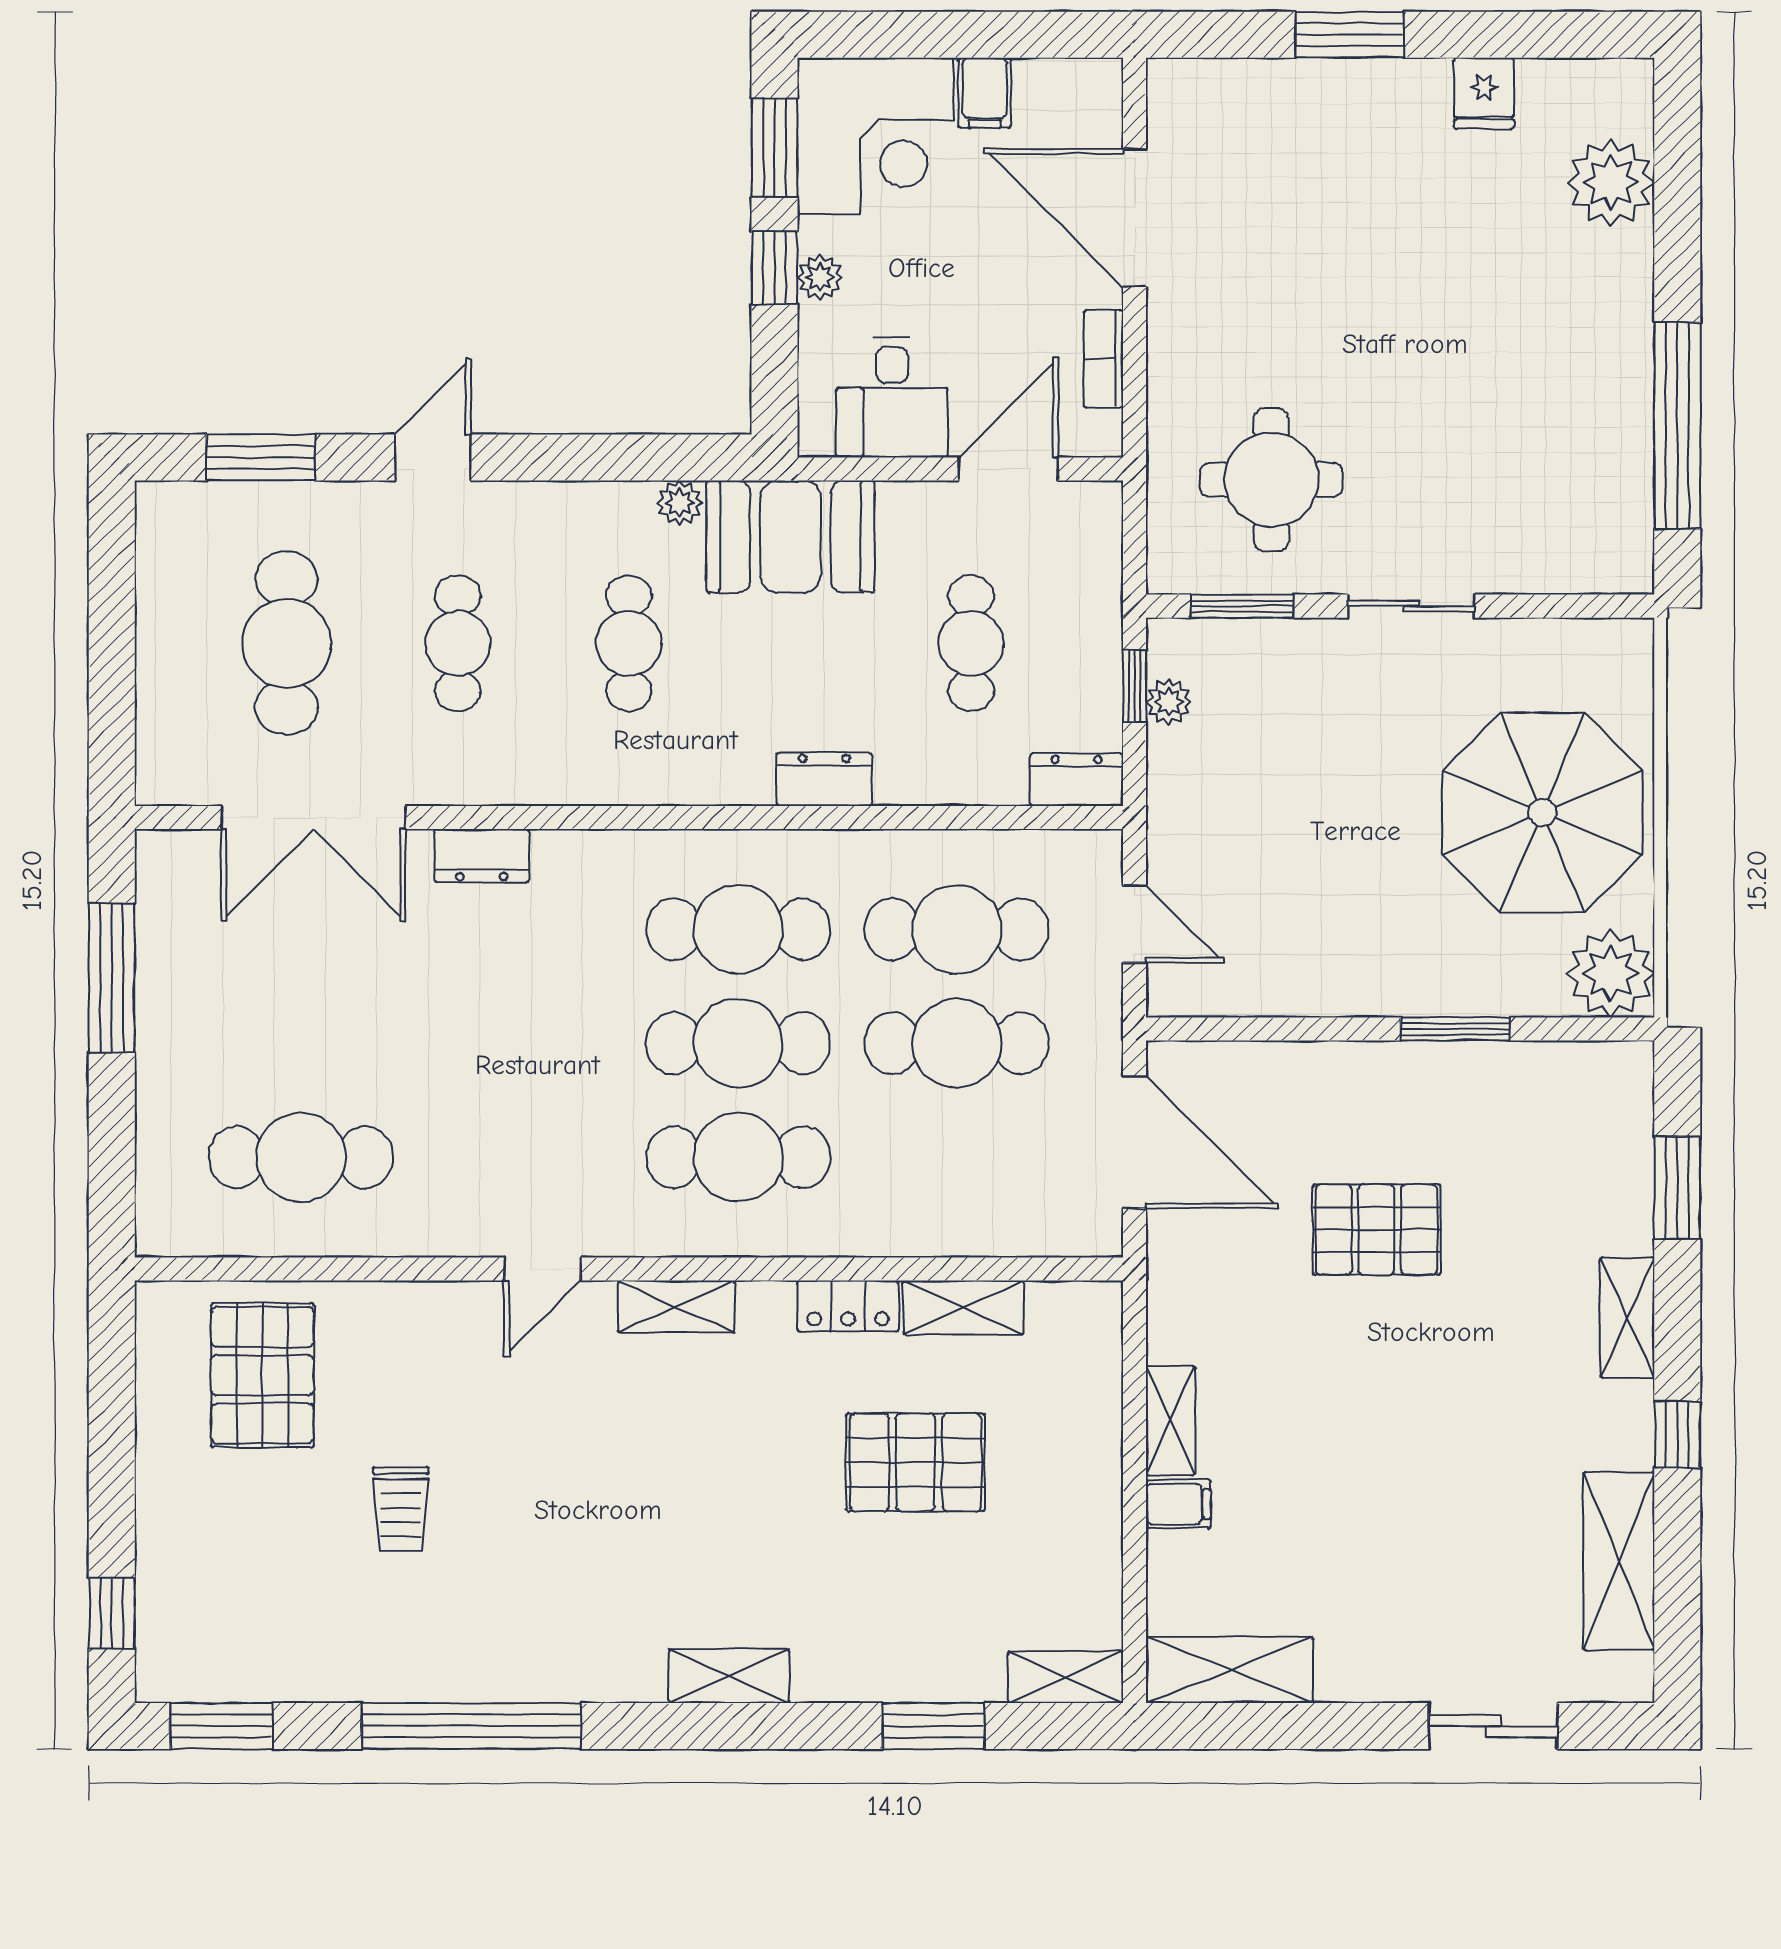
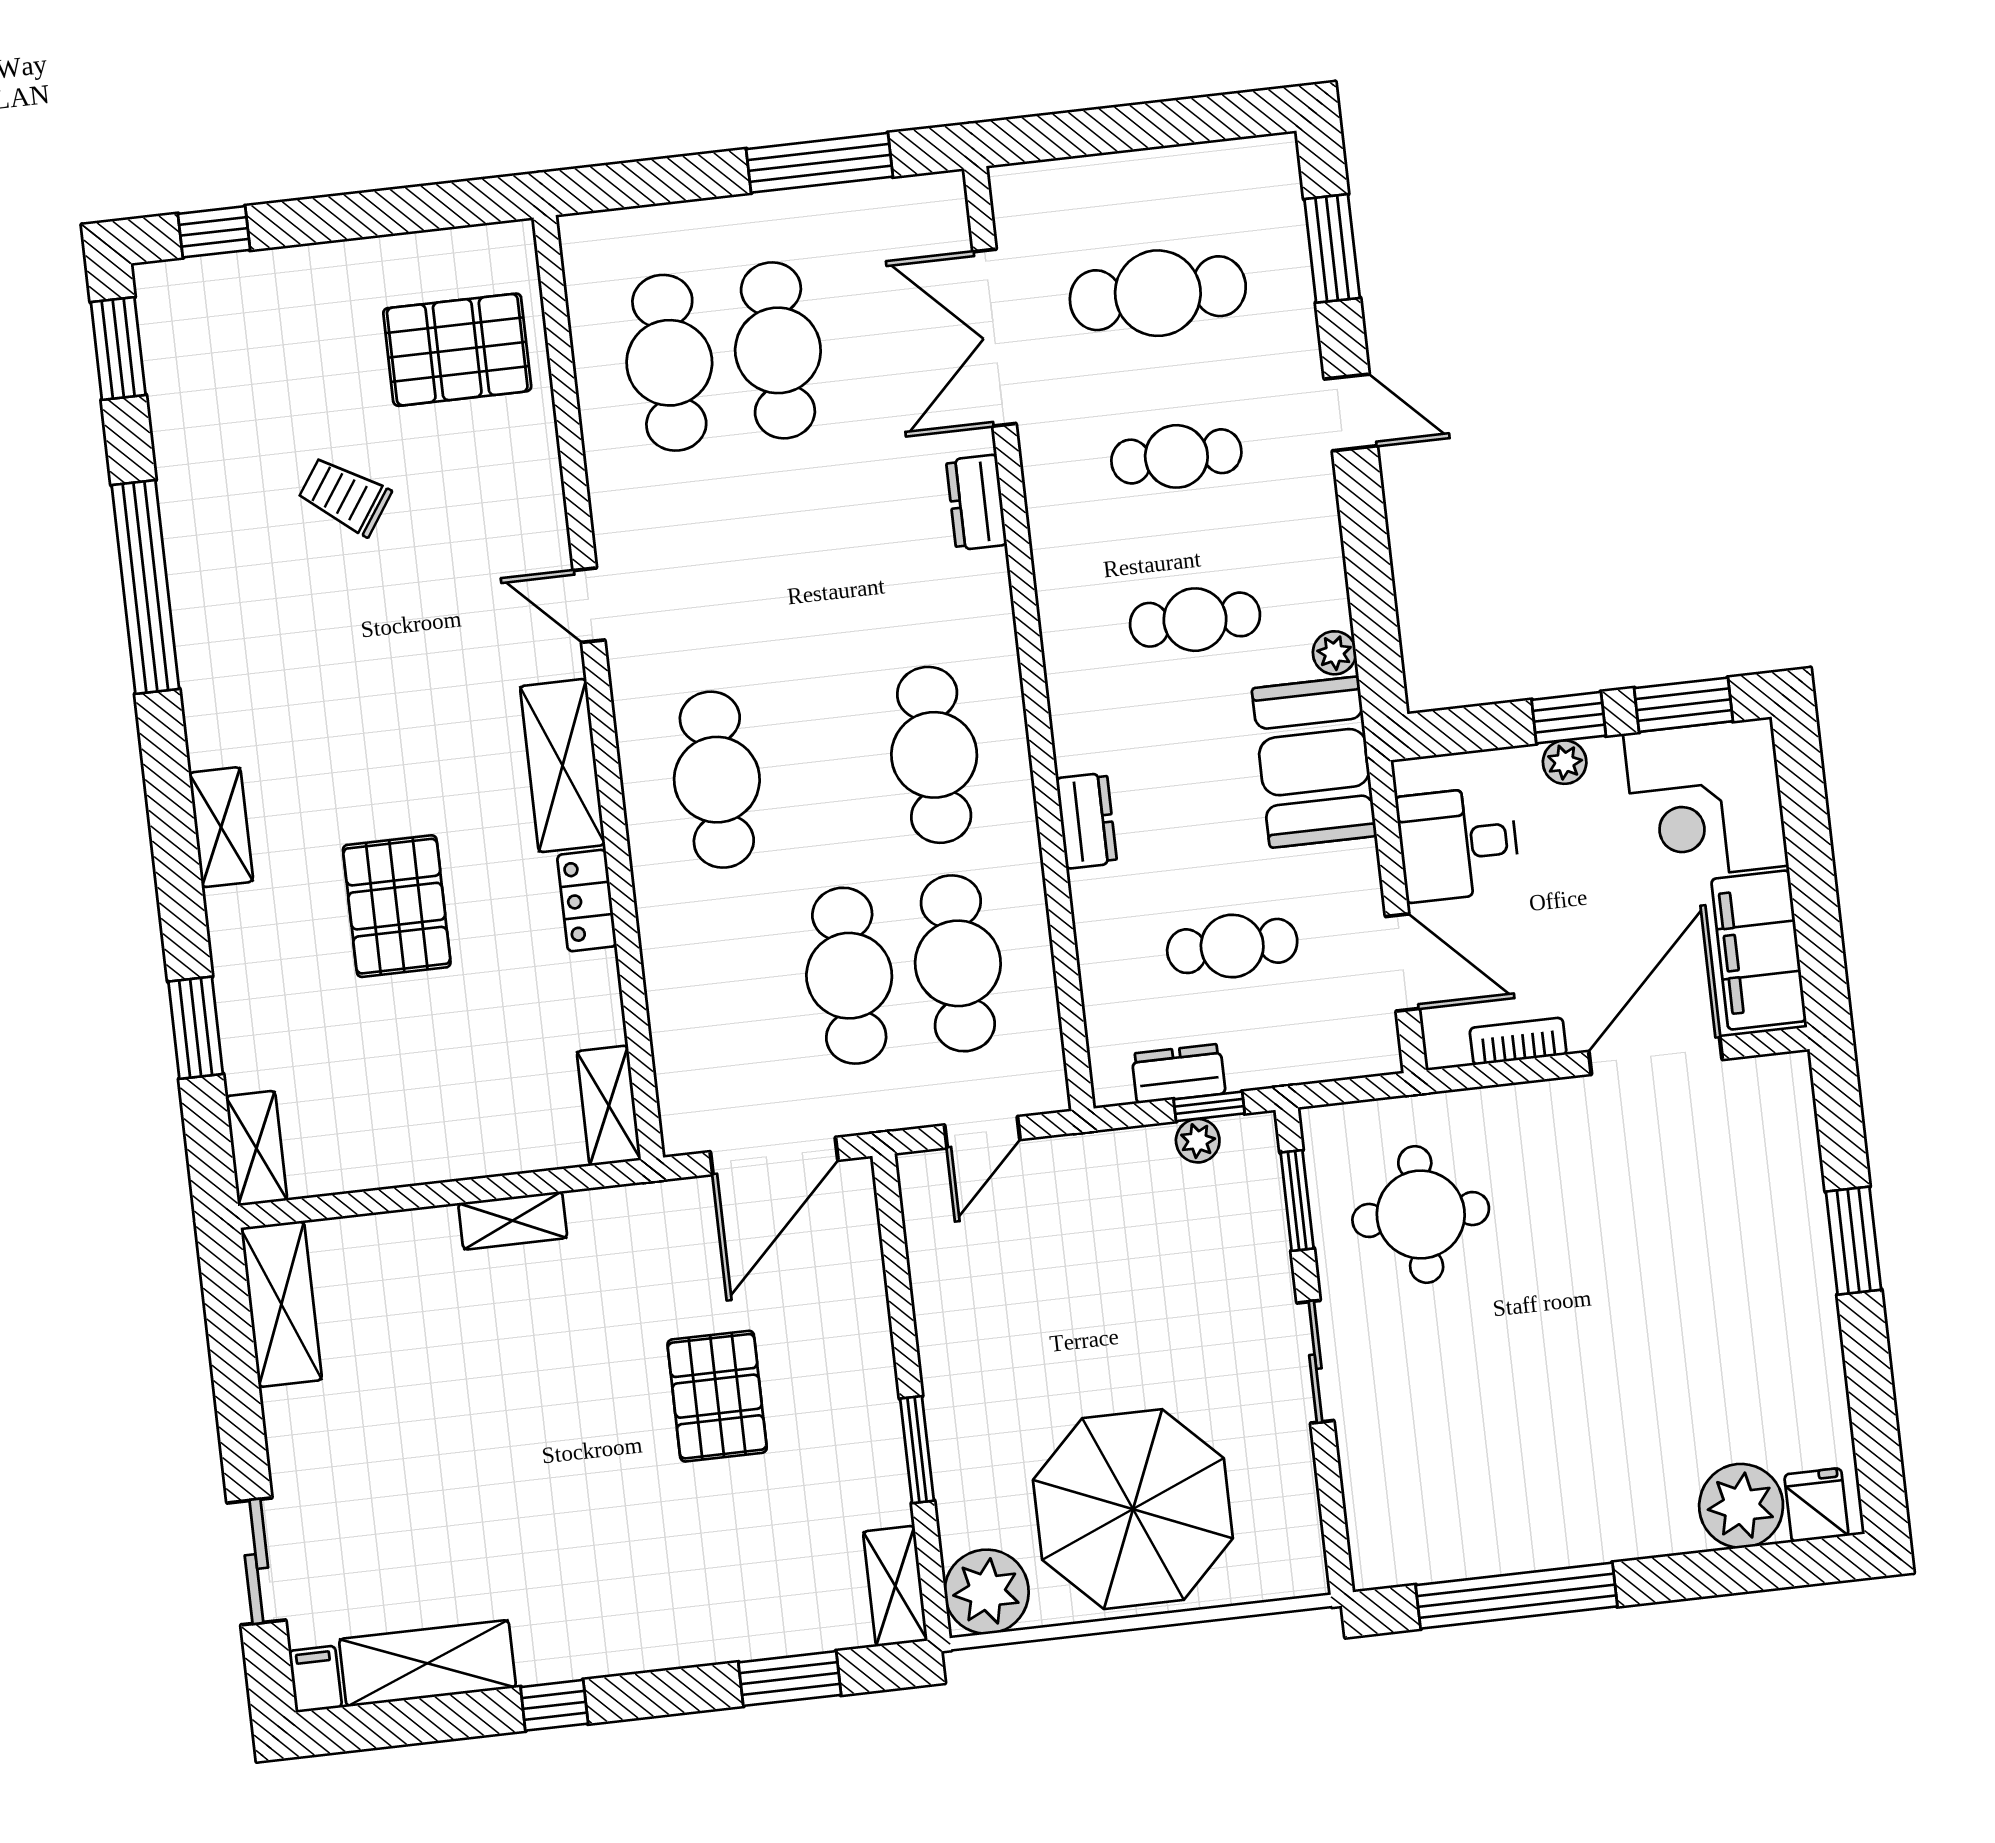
filing cabinet: (985, 93) -> (1759, 950), width x3.00, depth x1.17
fridge: (1484, 93) -> (1816, 1505), moved, turned 90
dresser: (1077, 780) -> (1178, 1074), moved, turned -90
cafe table: (738, 1043) -> (778, 350), moved
shelving: (676, 1307) -> (563, 766), width x1.50, depth x1.33
shelving: (963, 1307) -> (609, 1106), moved
shelving: (1627, 1318) -> (895, 1586), moved, turned 90
pallet: (916, 1462) -> (397, 906), moved
filing cabinet: (1178, 1504) -> (315, 1679), moved, turned 180
trolley: (401, 1509) -> (345, 496), turned 34

